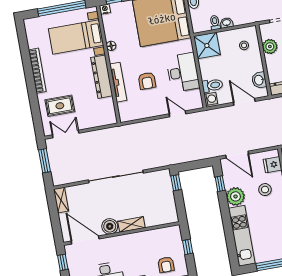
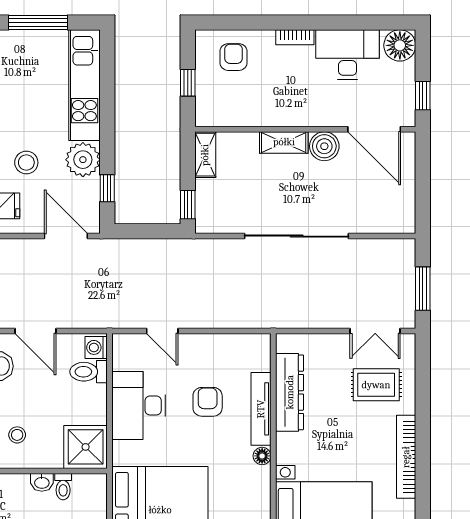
floor lamp: (111, 46) -> (262, 456), moved
dresser: (102, 77) -> (290, 392), moved
shelving: (61, 200) -> (205, 155), moved

